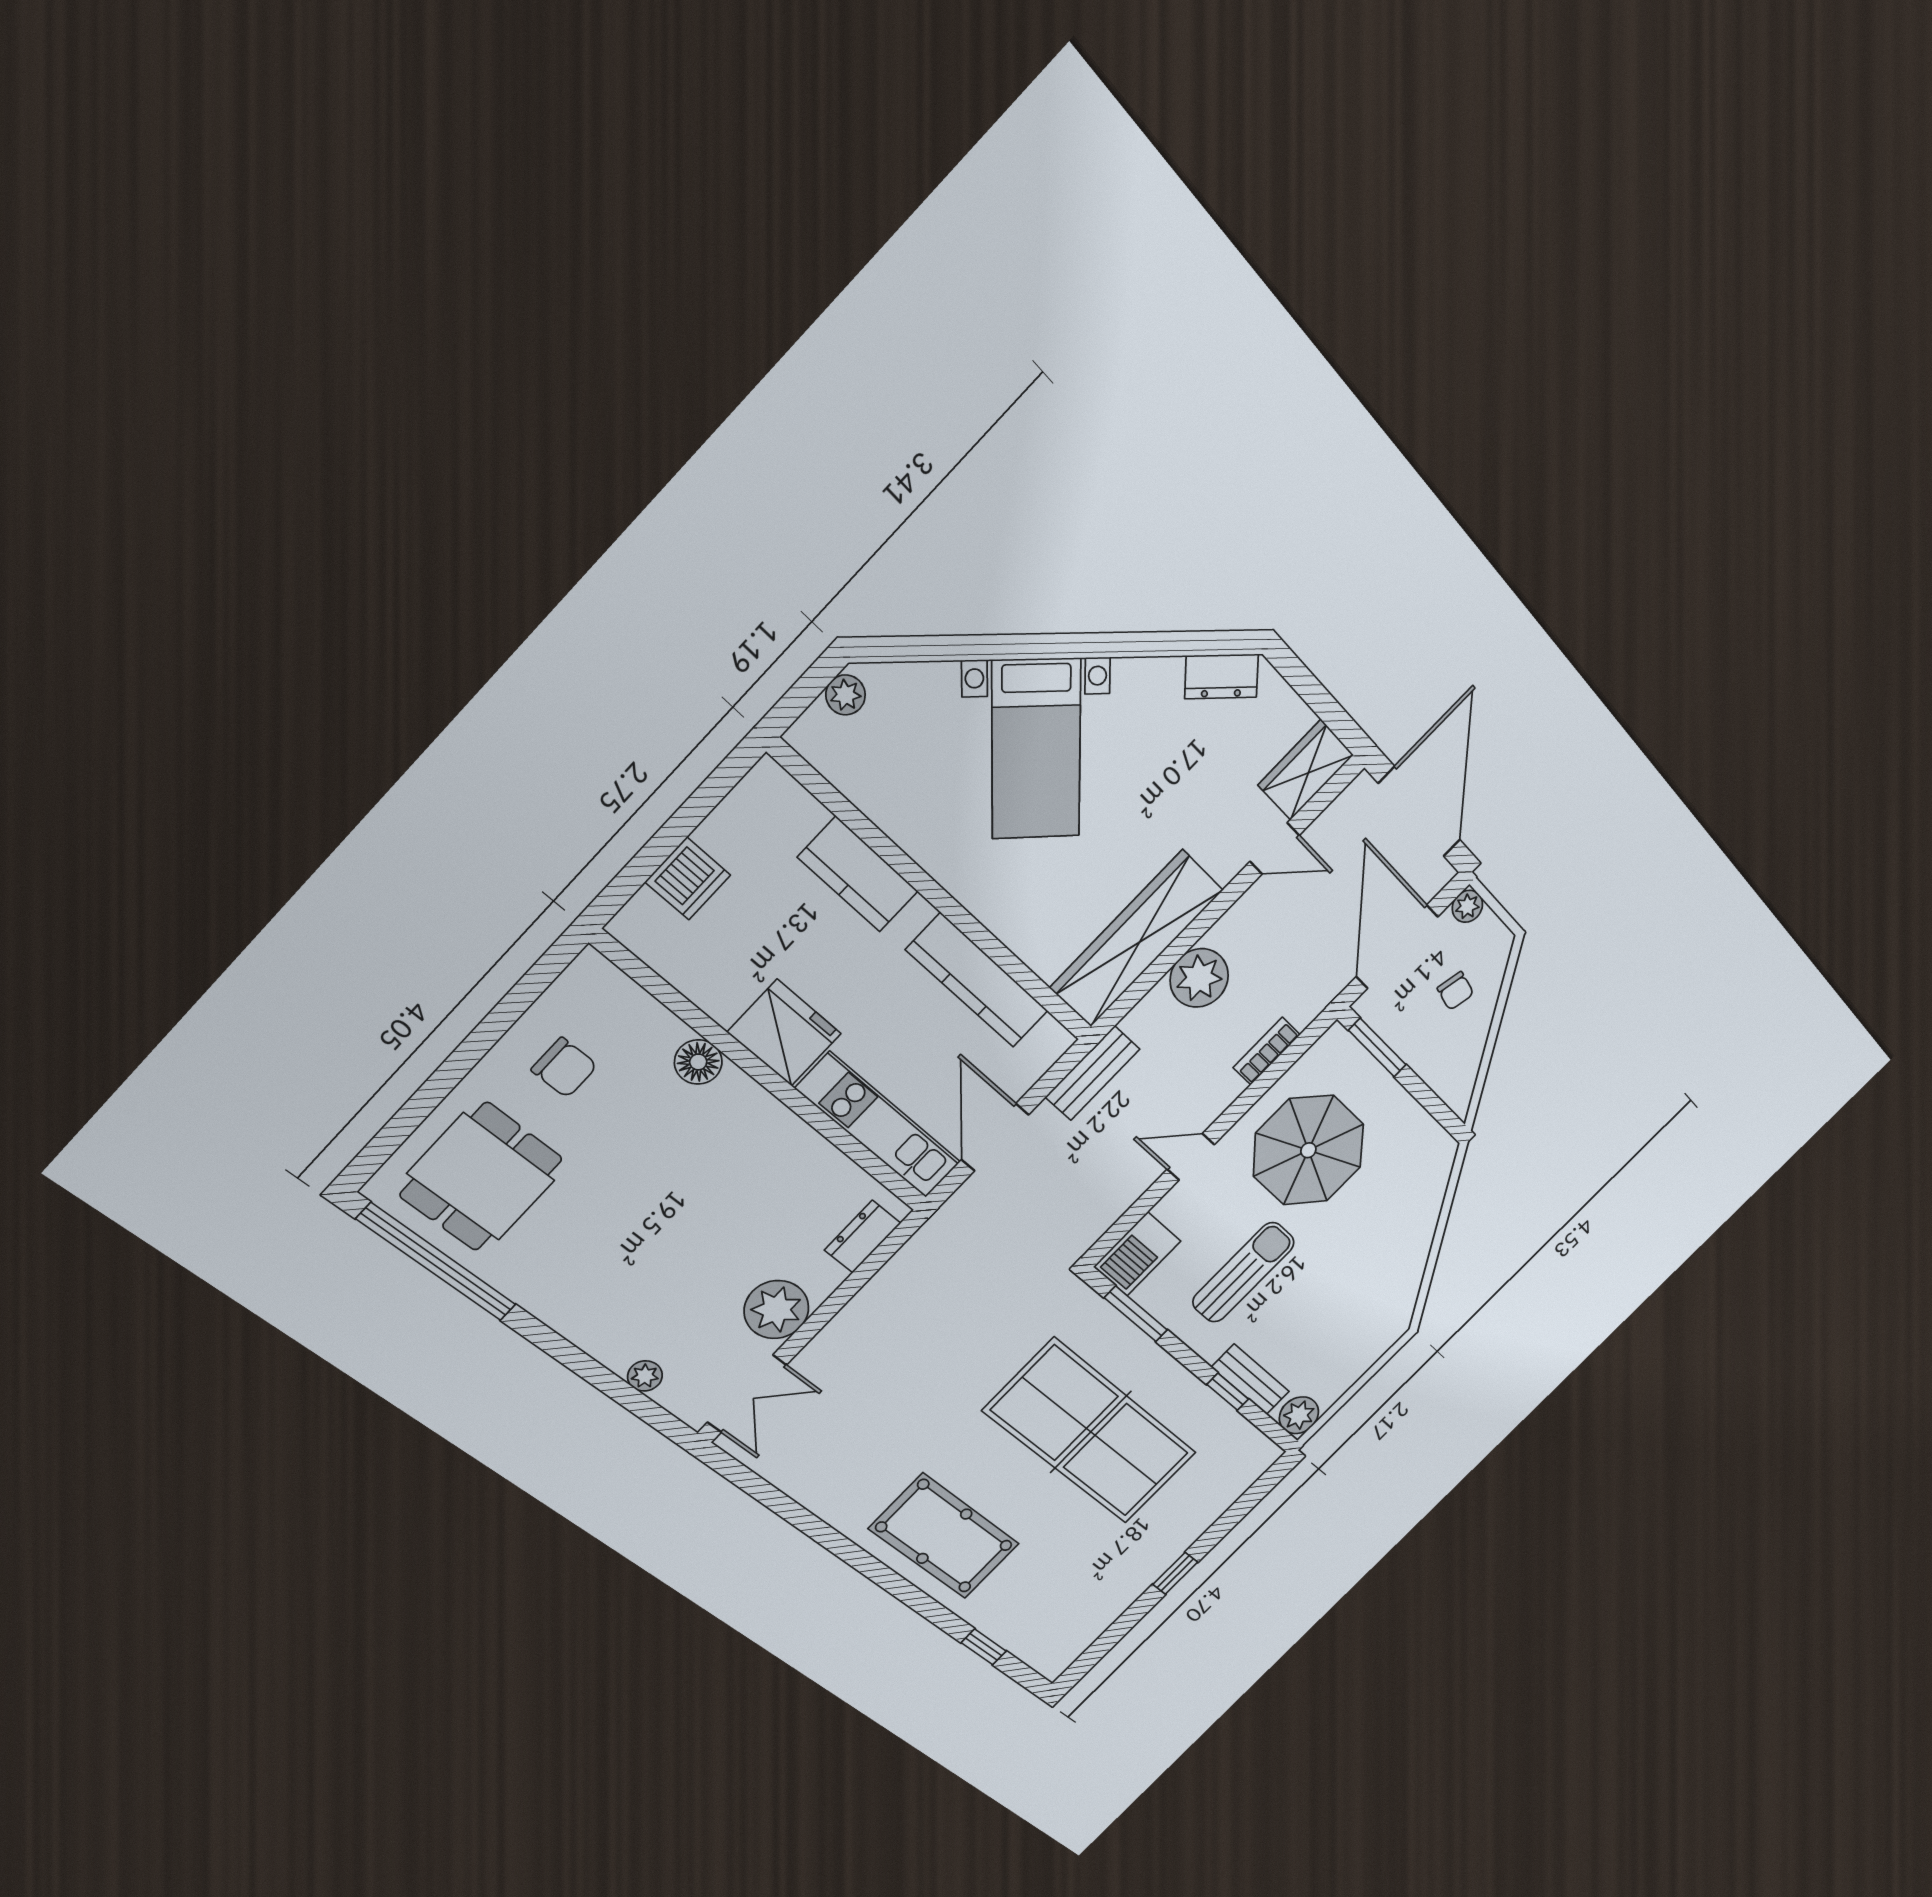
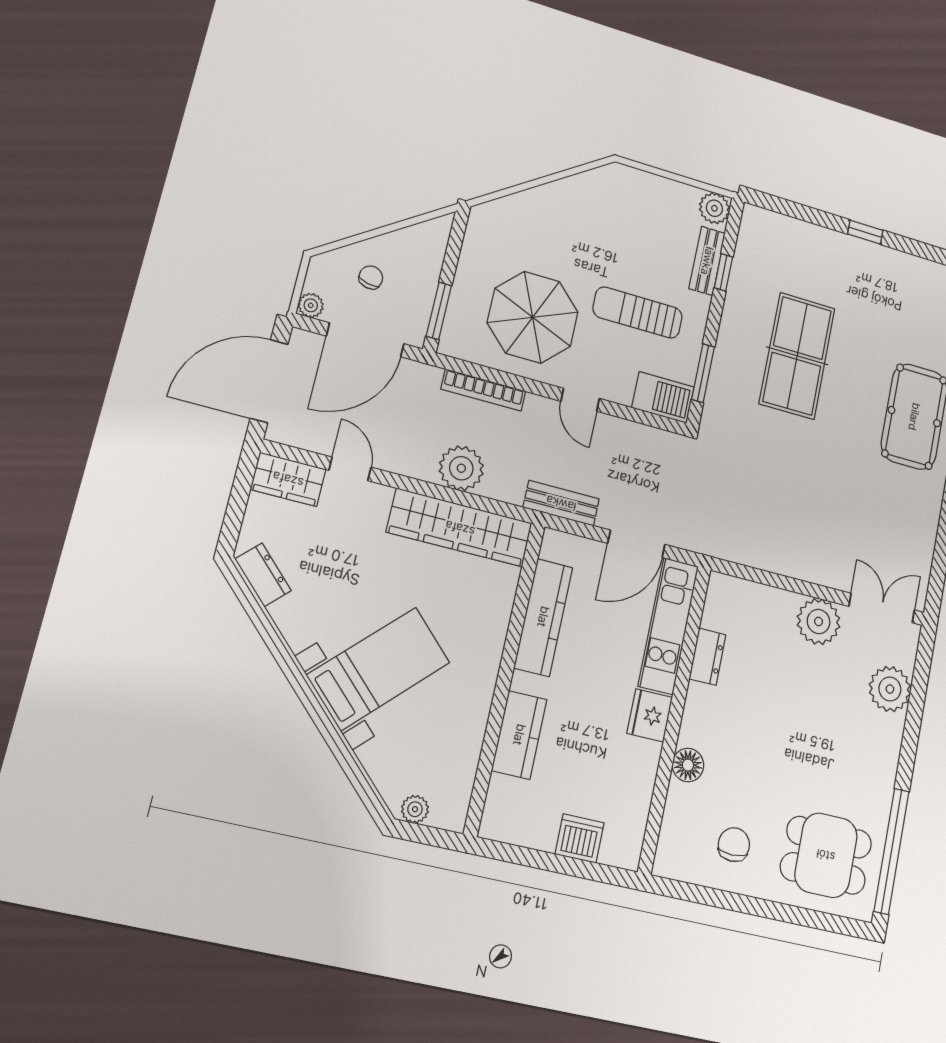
fridge: (784, 1033) -> (650, 715), width x0.73, depth x0.75
bookcase: (1267, 1051) -> (483, 390), width x1.56
dresser: (863, 1237) -> (707, 657), moved, turned -90
plant: (645, 1376) -> (890, 689), width x1.87, depth x1.87
table tennis table: (1091, 1432) -> (797, 356), width x0.73, depth x0.76

